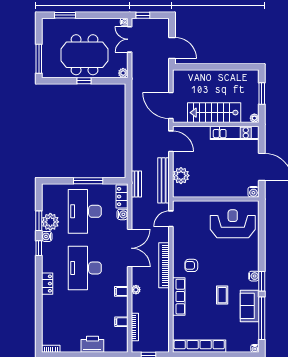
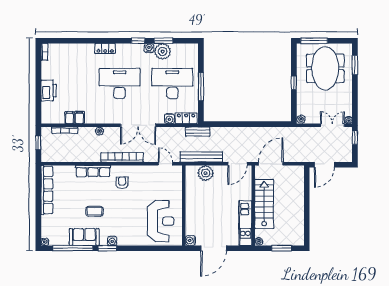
meeting table: (85, 55) -> (325, 68), moved
filing cabinet: (121, 291) -> (80, 117), moved

